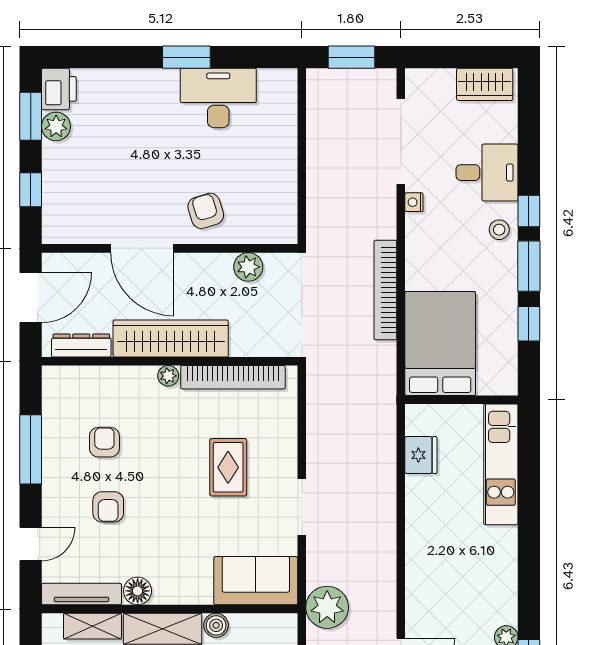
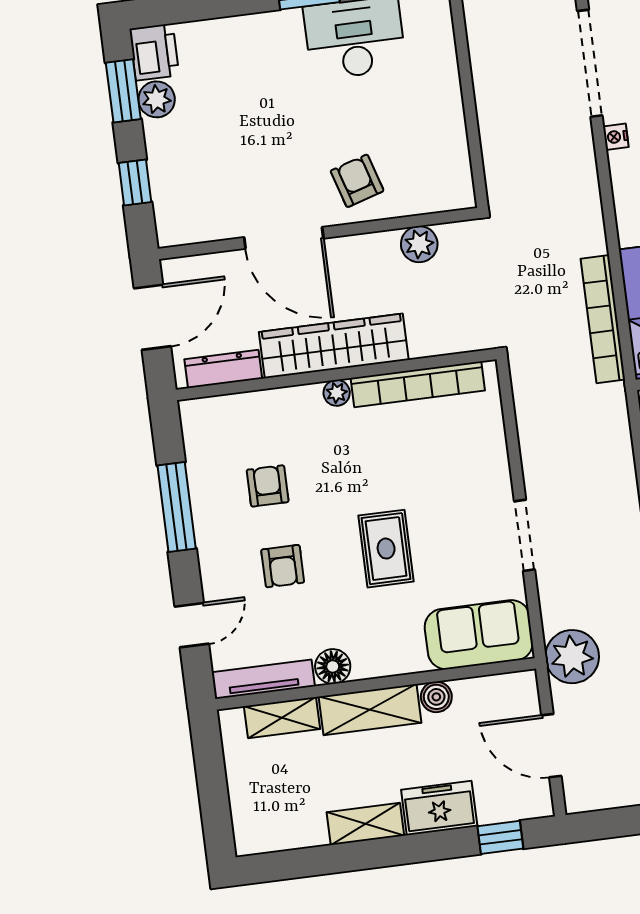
bookcase: (385, 290) -> (603, 319), moved
rug: (228, 467) -> (386, 549), moved

